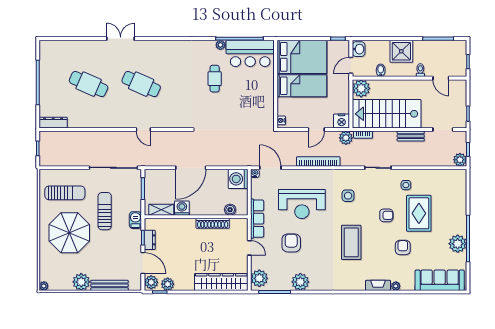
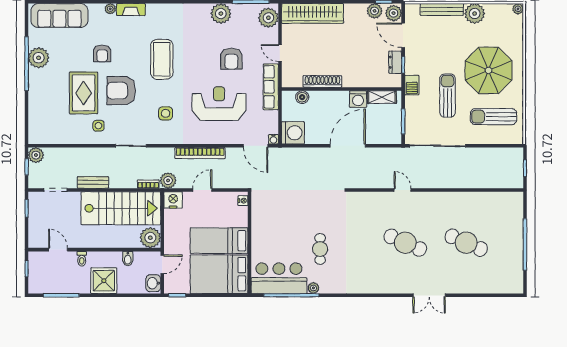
dresser: (53, 123) -> (507, 198), removed
sun lounger: (105, 211) -> (447, 96), turned 180
armchair: (386, 215) -> (121, 91), width x1.88, depth x1.88

